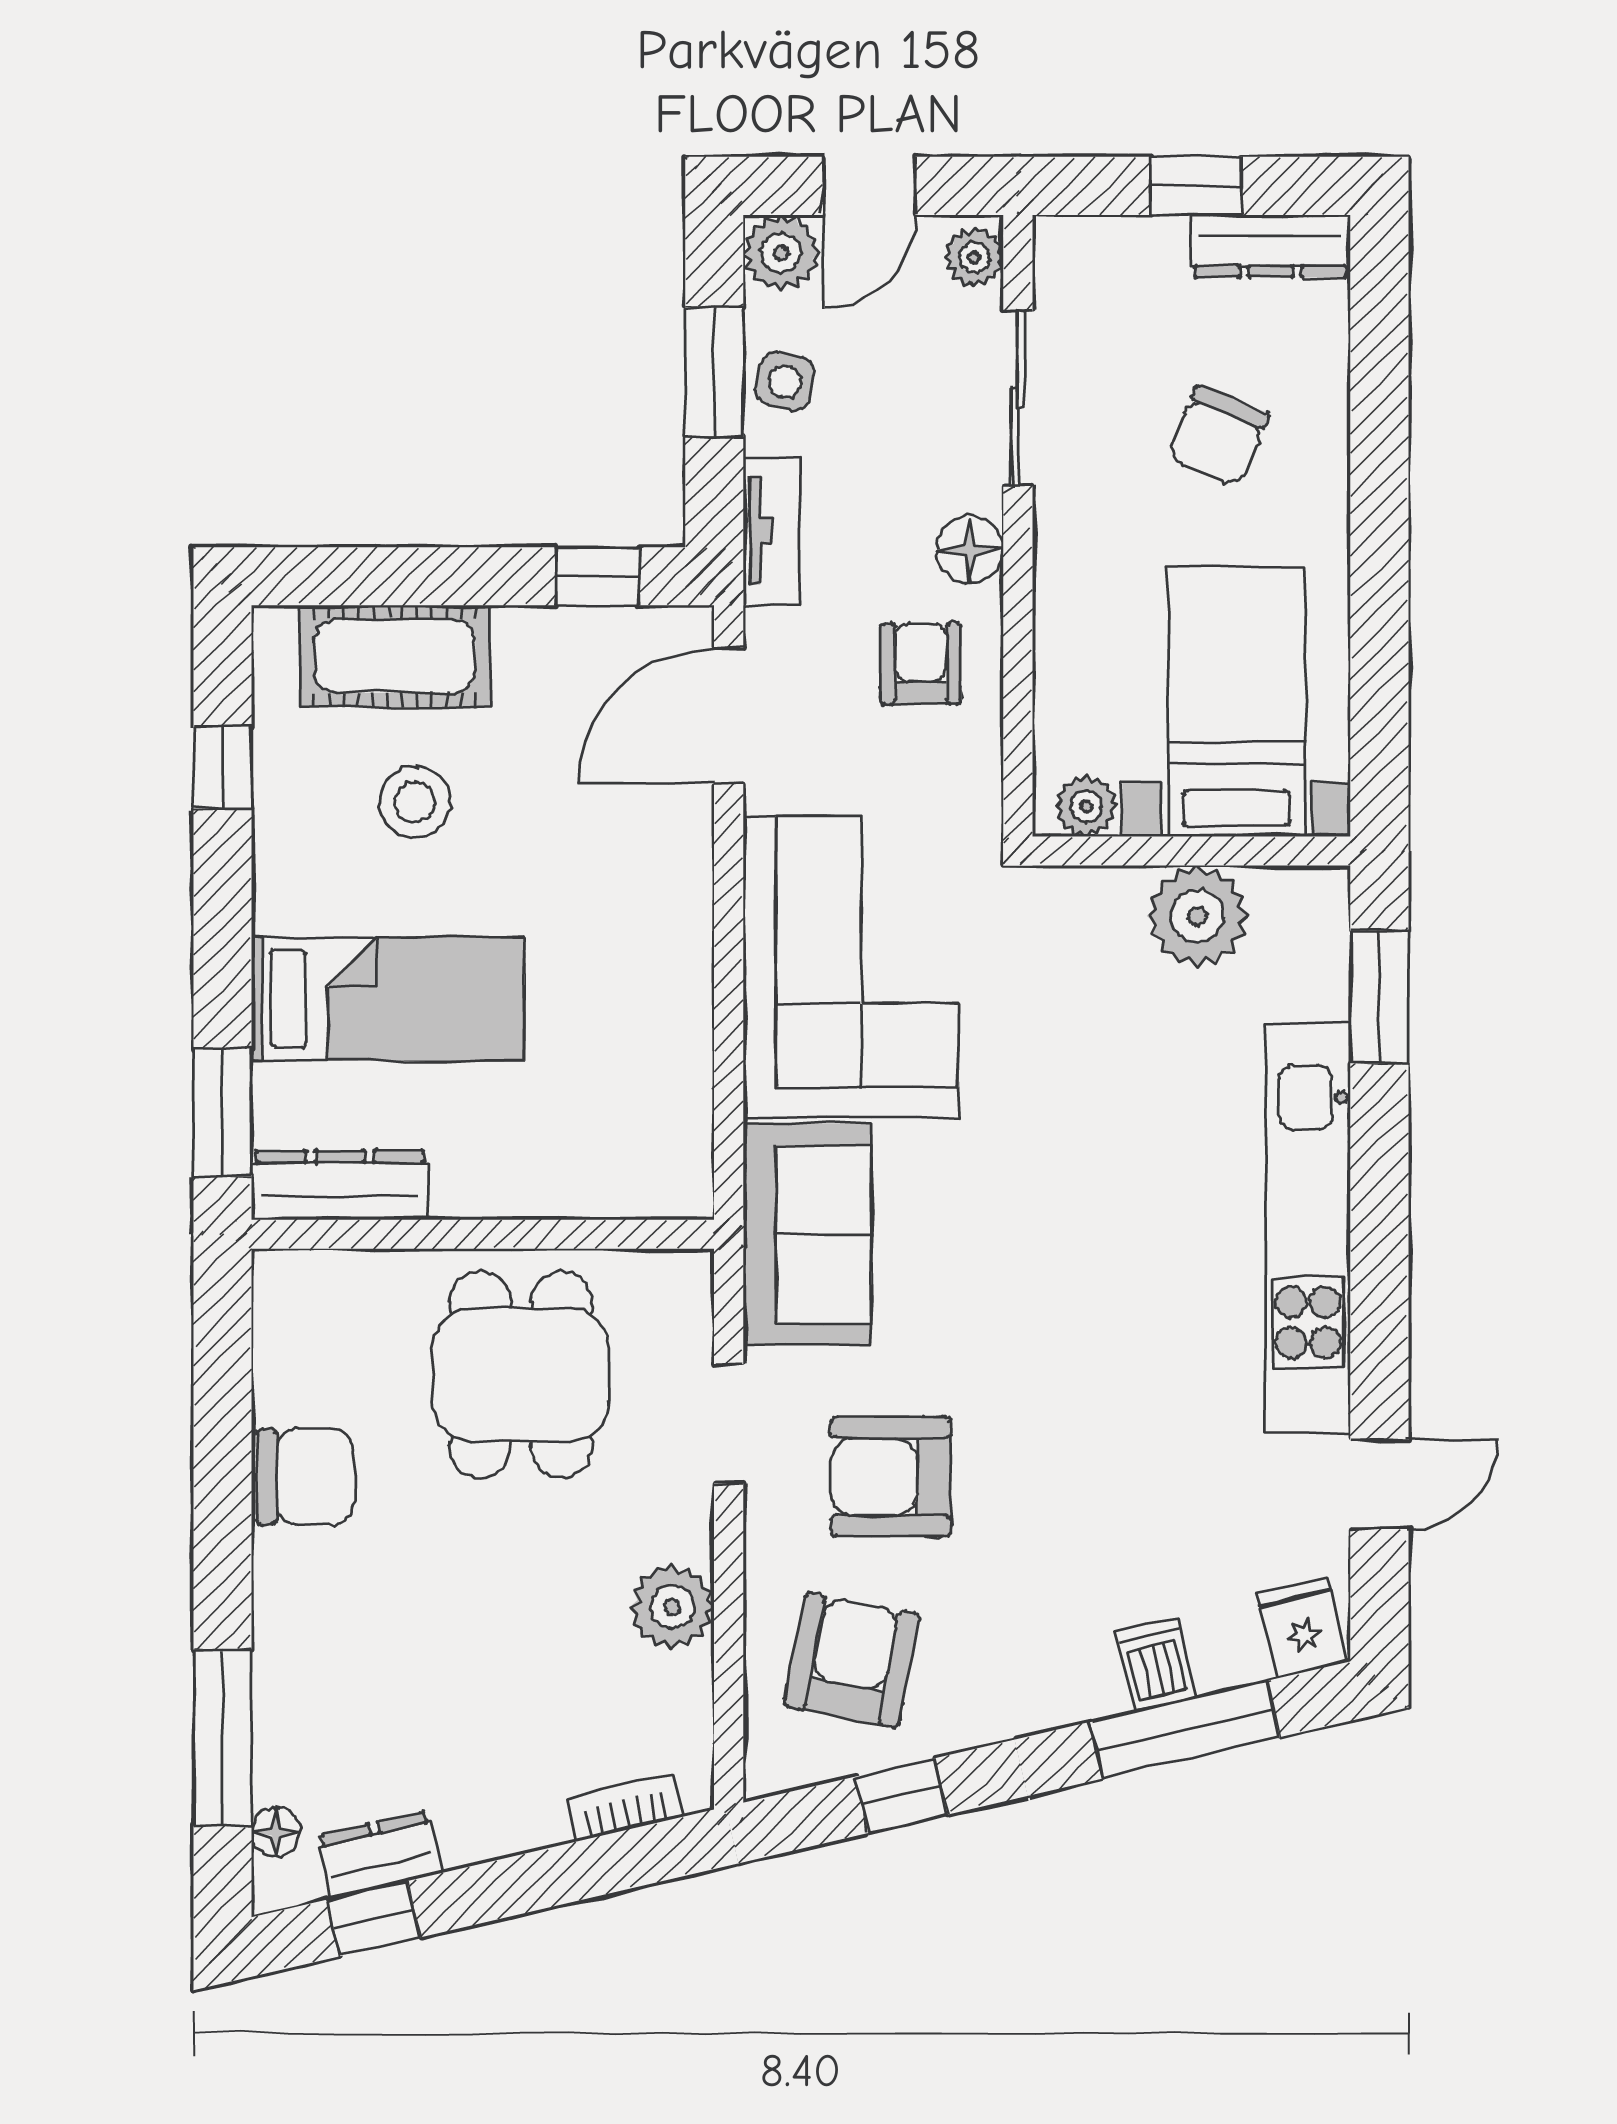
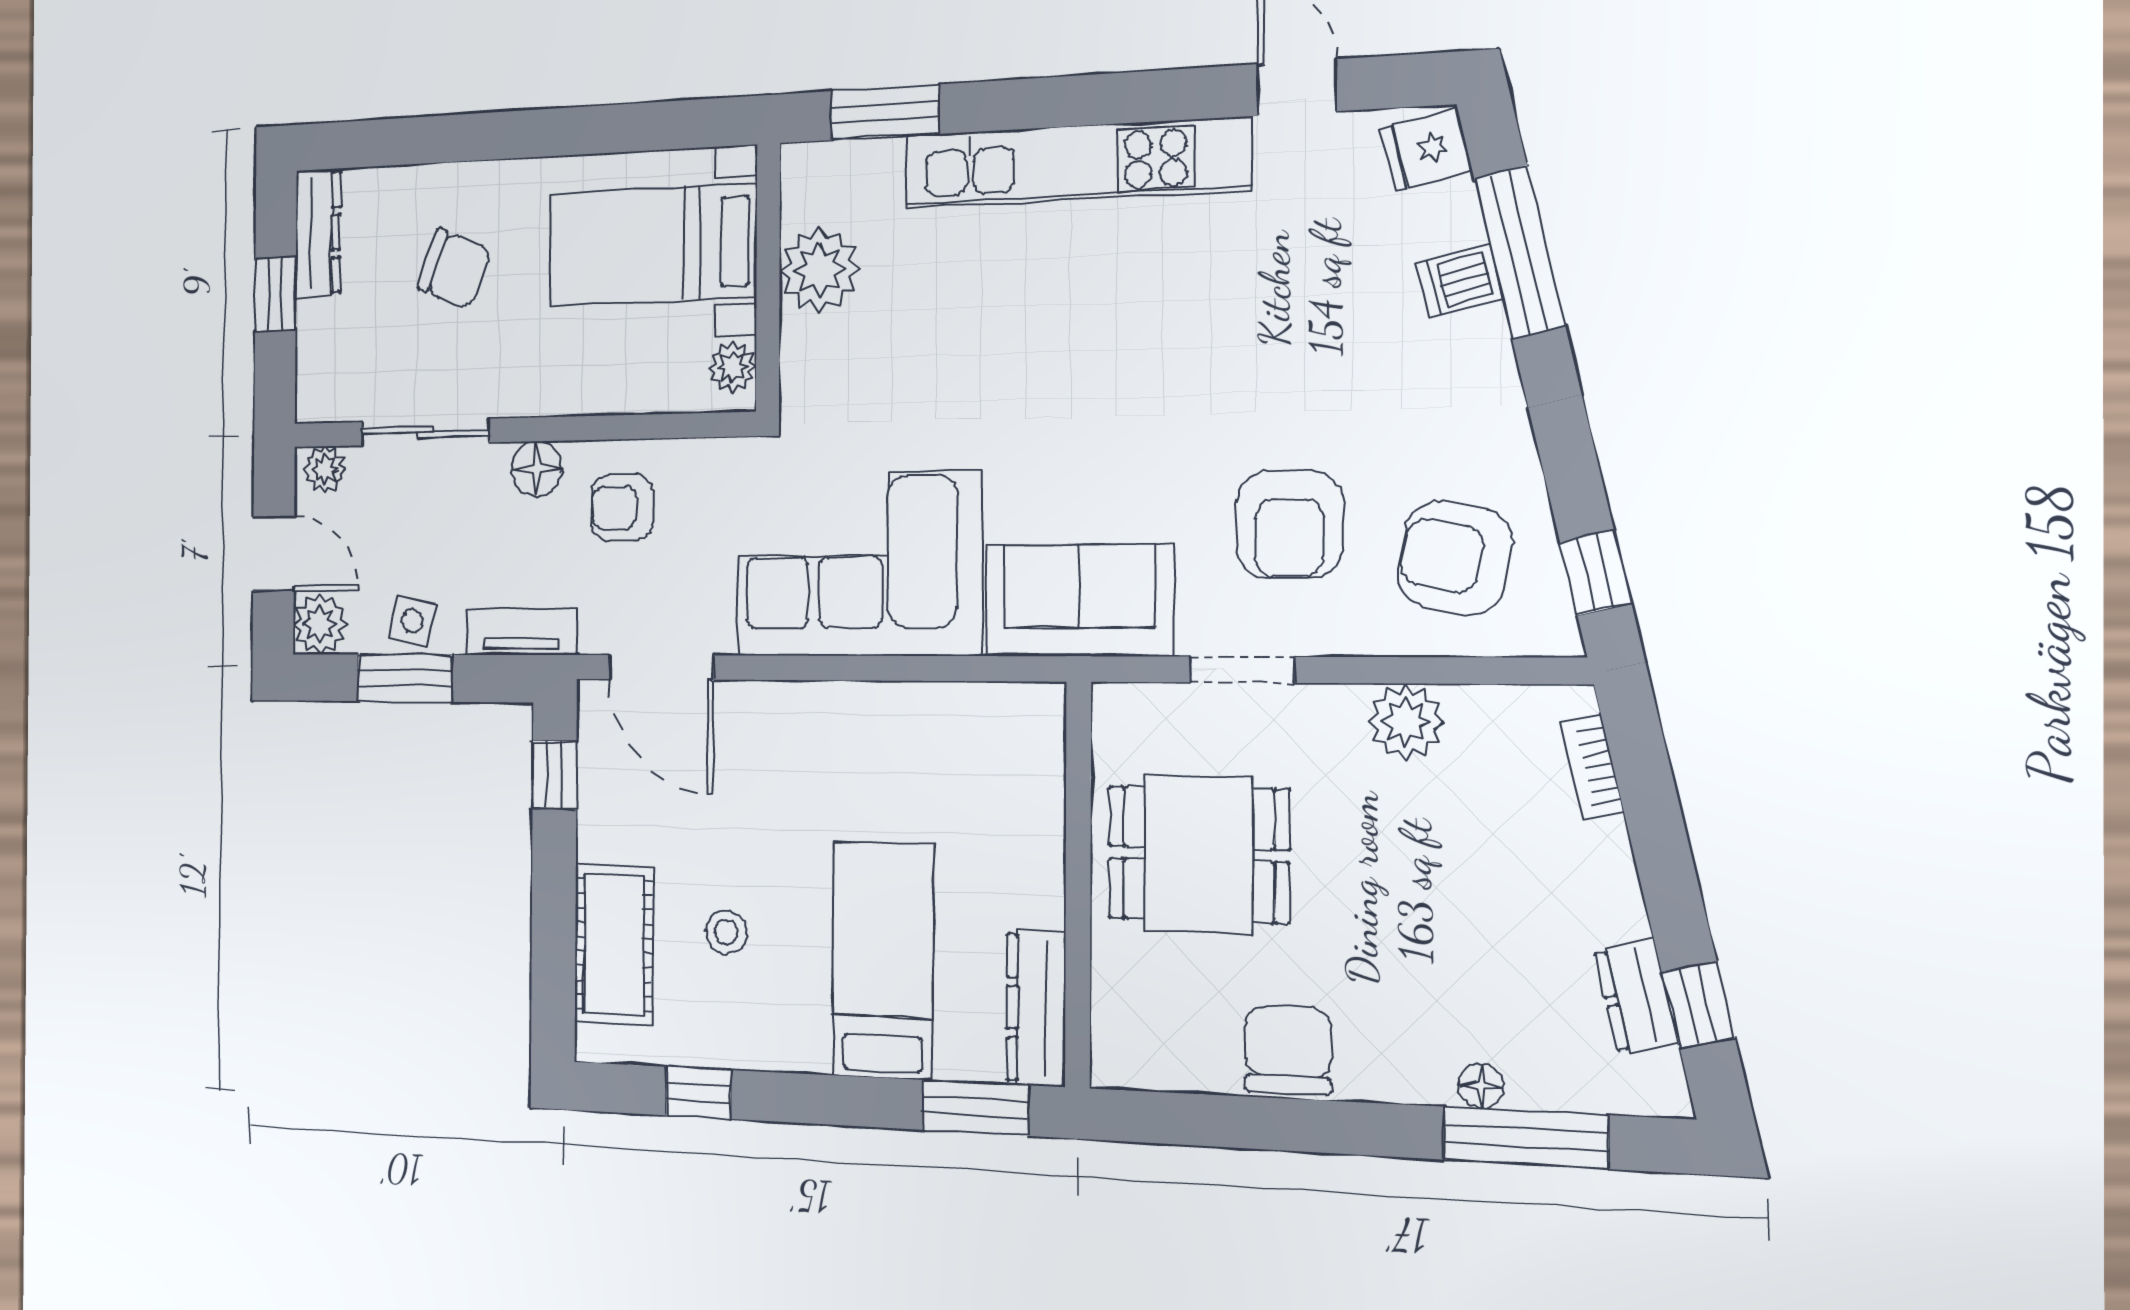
stool: (415, 802) -> (726, 932), width x0.73, depth x0.73
window: (901, 1796) -> (1596, 573), moved
floor lamp: (276, 1832) -> (1481, 1086), moved

